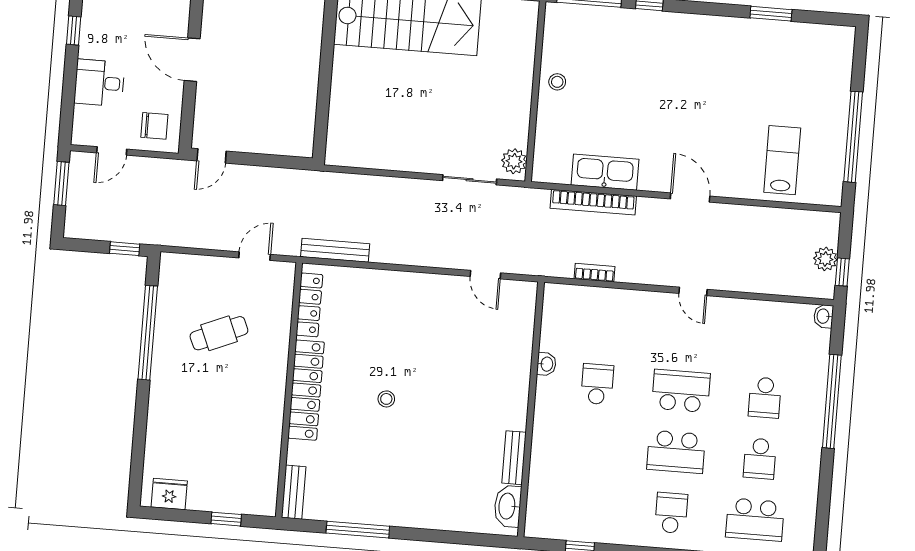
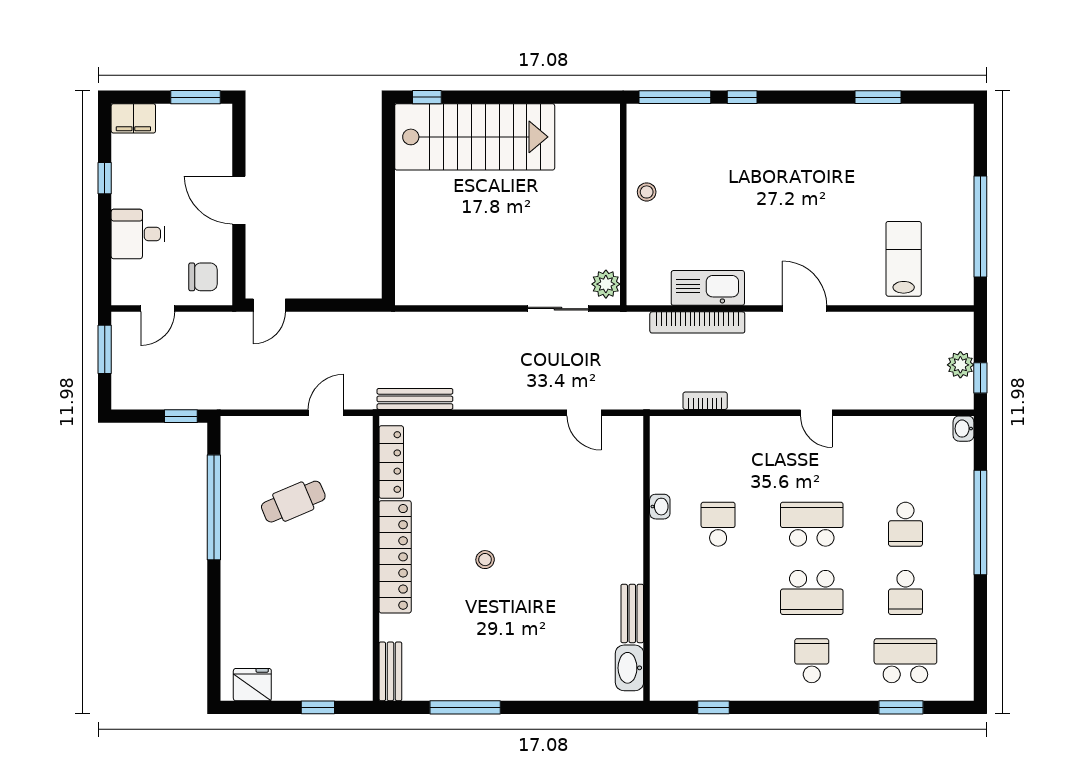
school desk: (755, 520) -> (905, 661), turned 180

